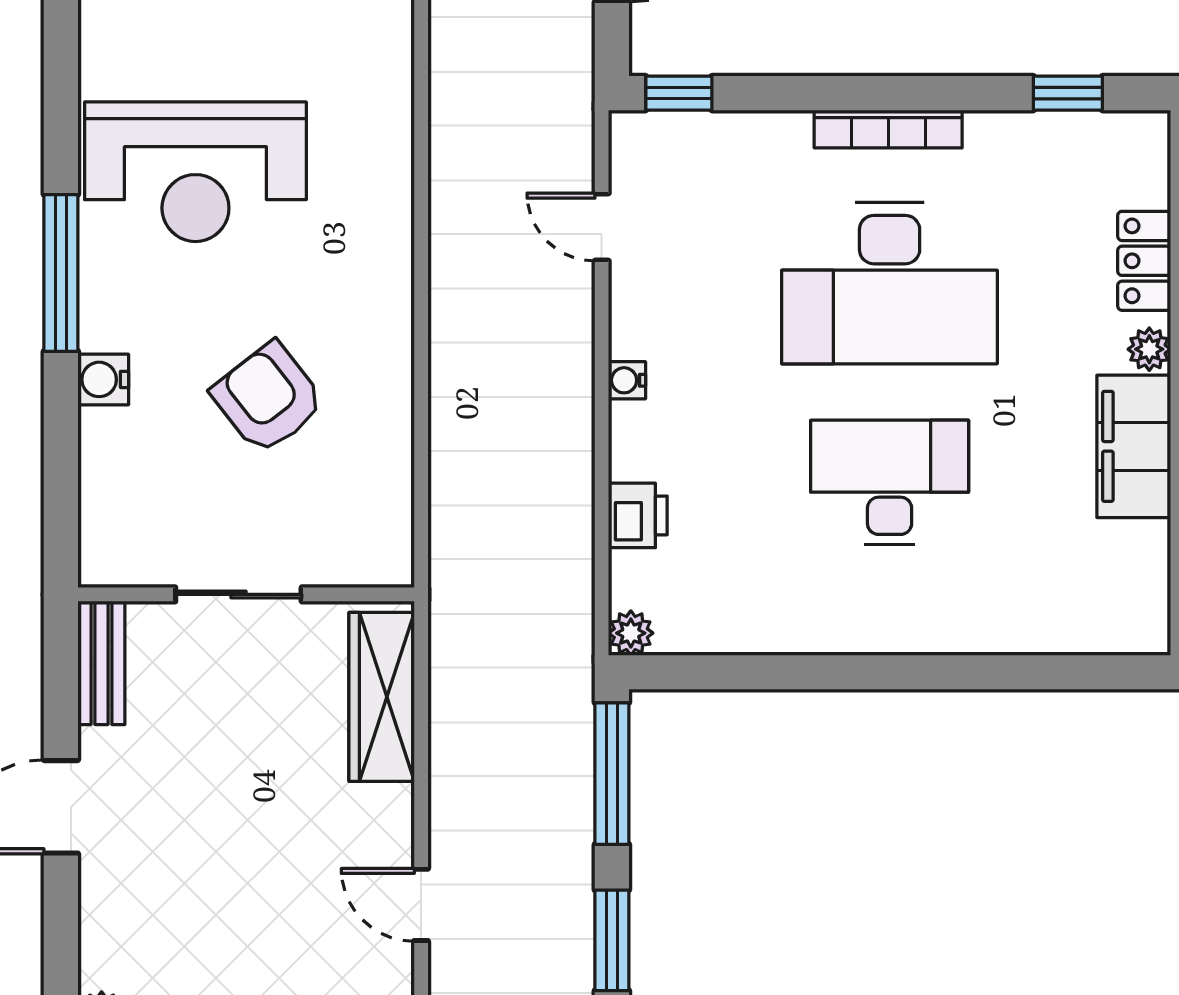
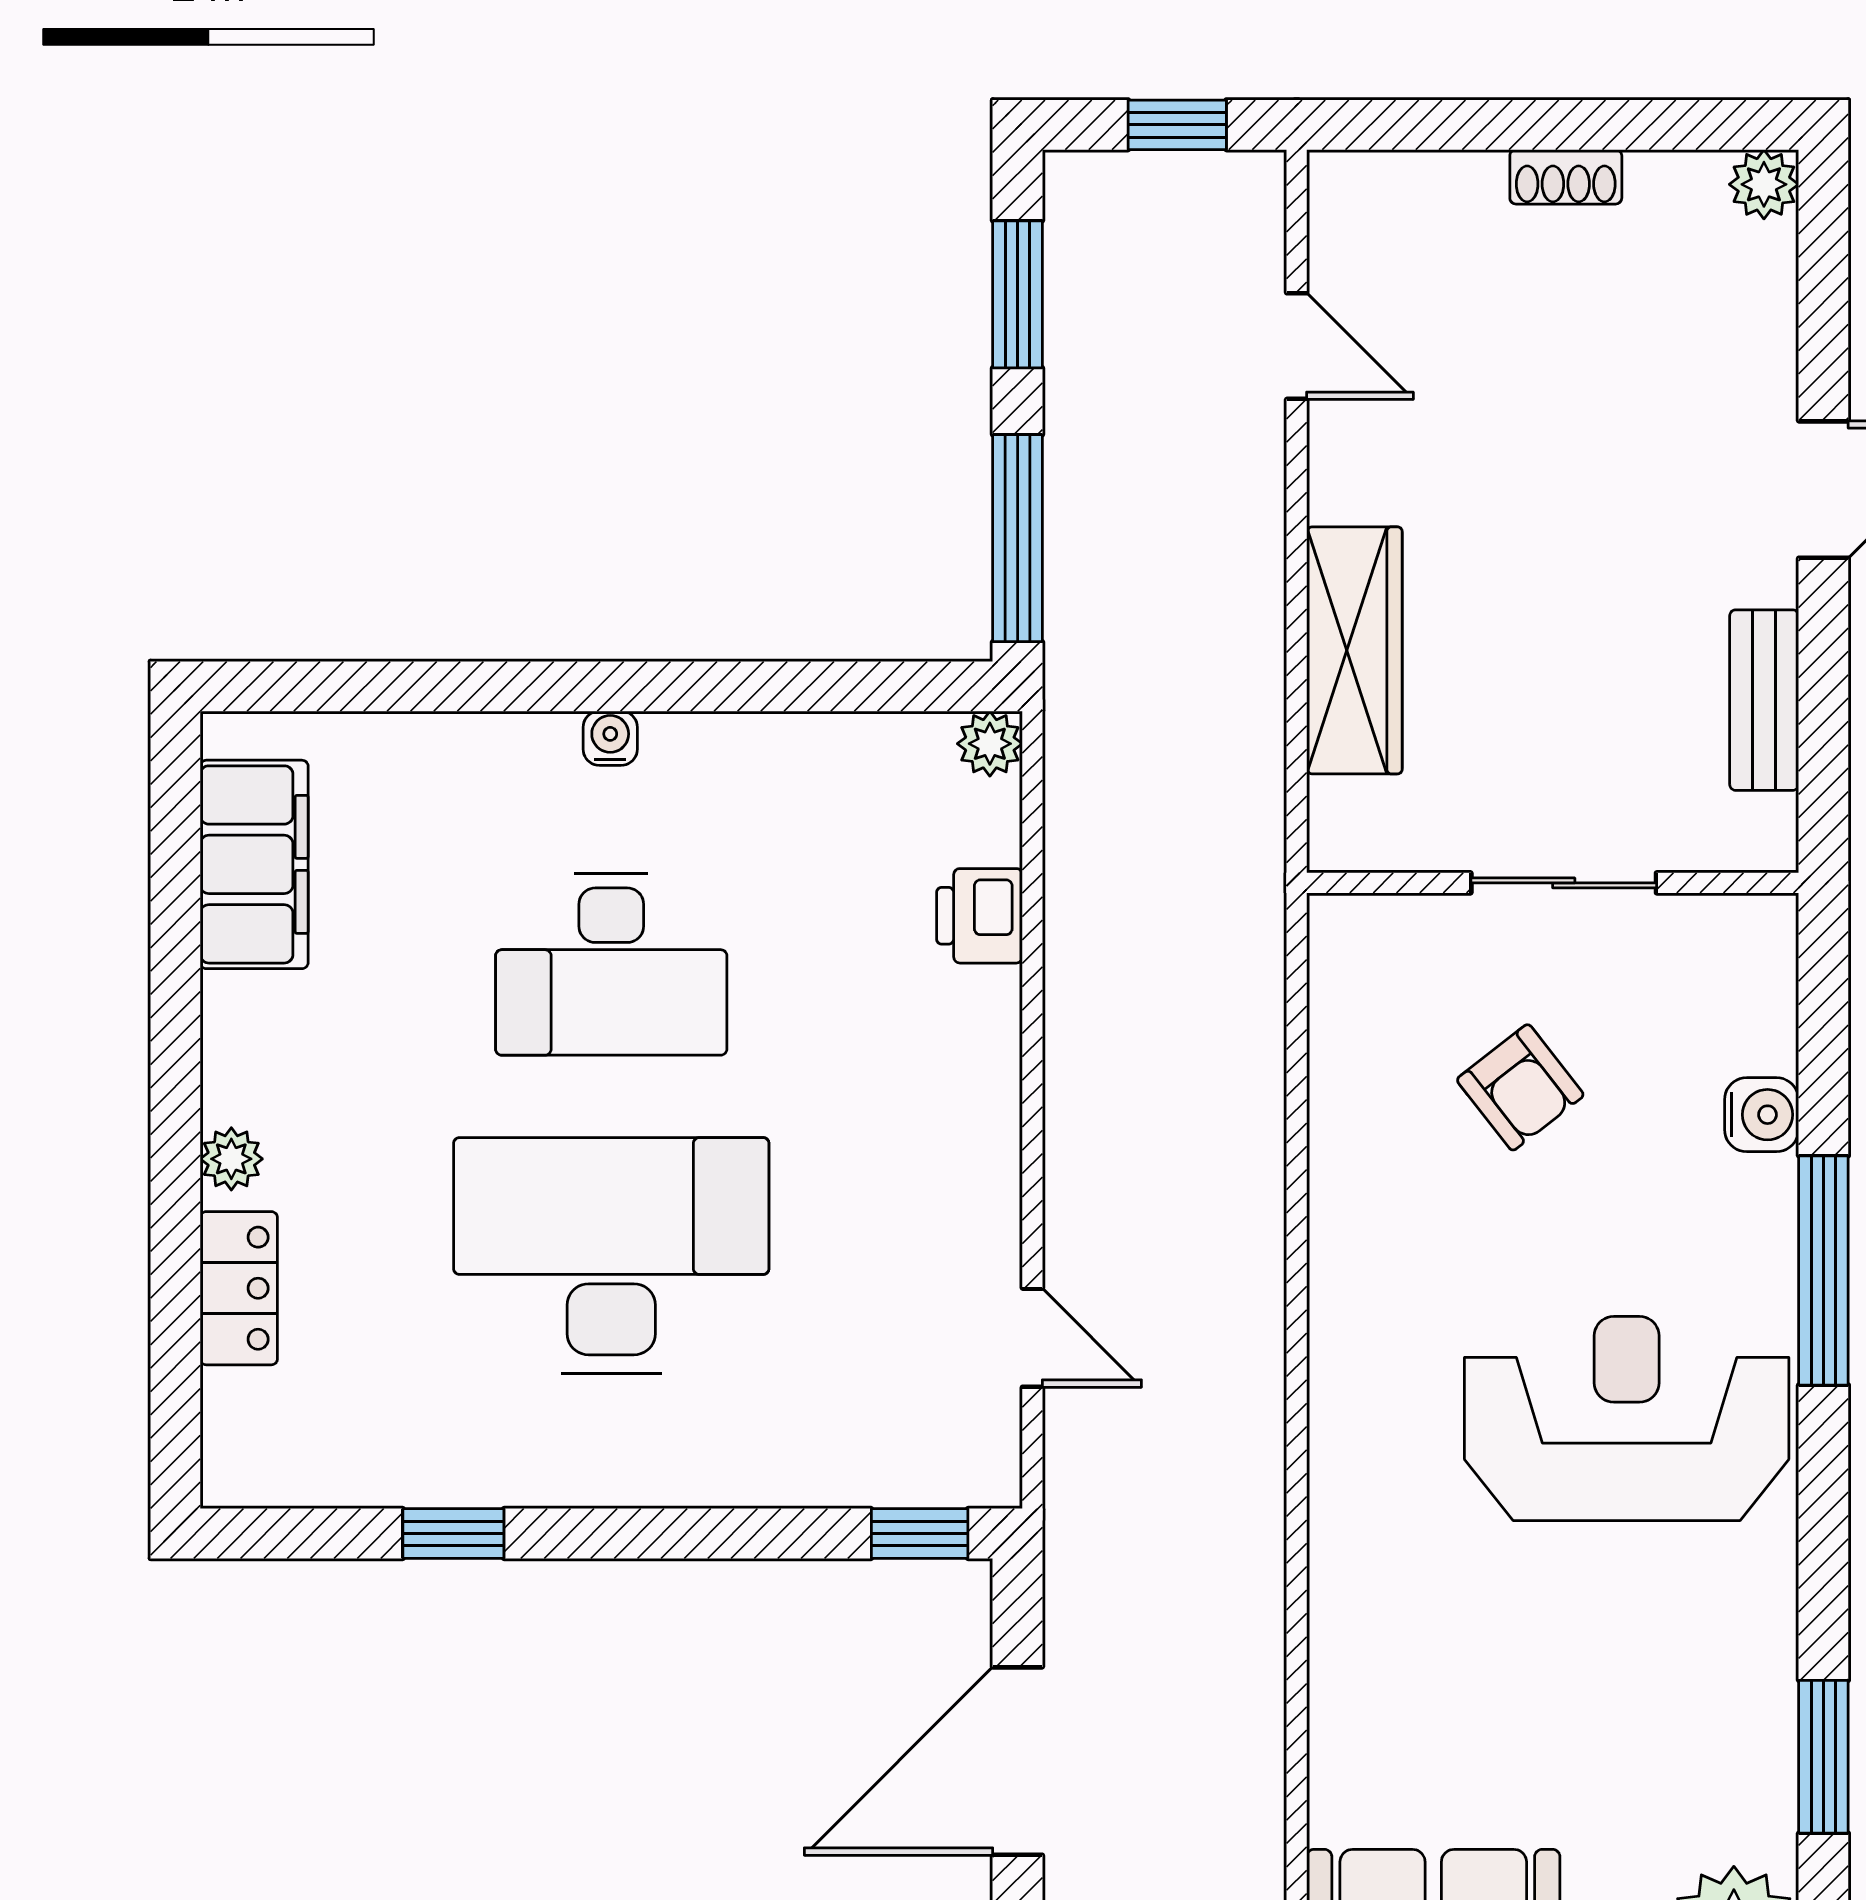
window: (1068, 93) -> (453, 1534), moved
bookcase: (888, 129) -> (613, 1481), removed
water cooler: (627, 380) -> (610, 738), moved, turned -90
armchair: (268, 398) -> (1520, 1087), width x0.72, depth x0.72
filing cabinet: (1134, 446) -> (254, 864), moved
sliding door: (238, 594) -> (1564, 883), moved
wall: (246, 594) -> (1553, 883), moved

